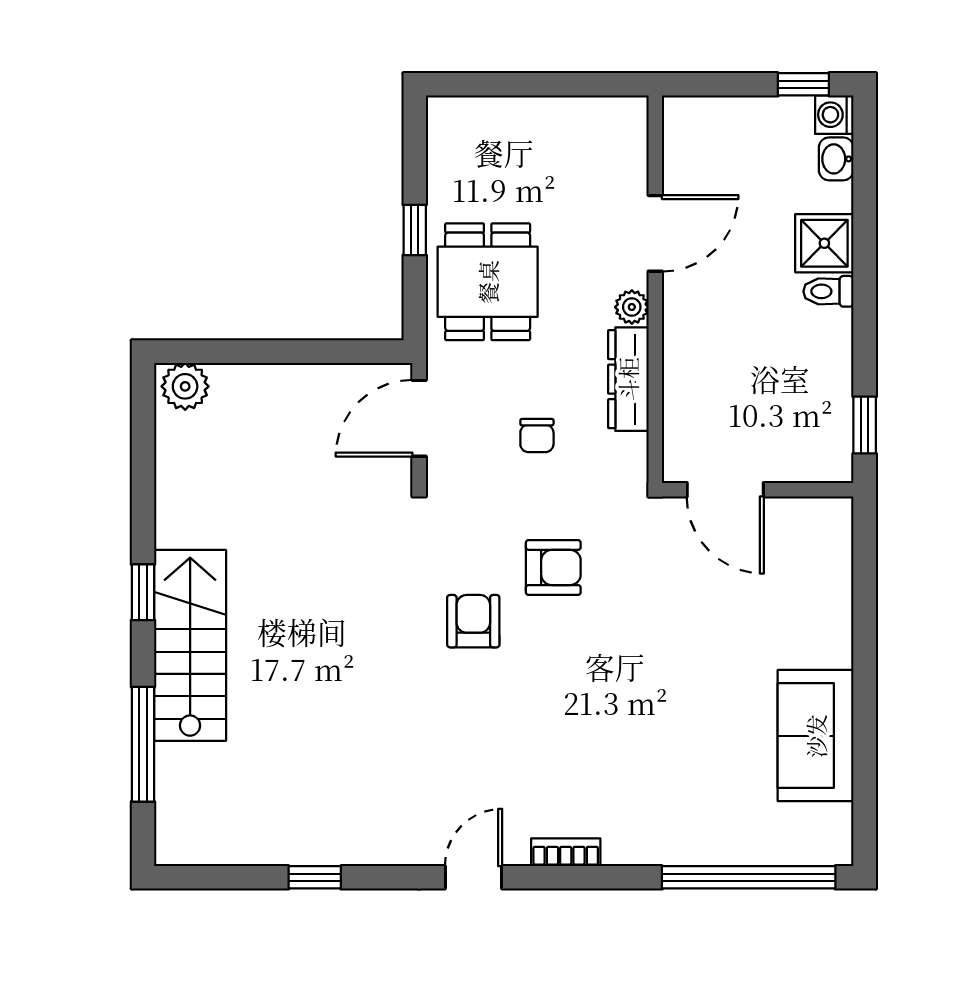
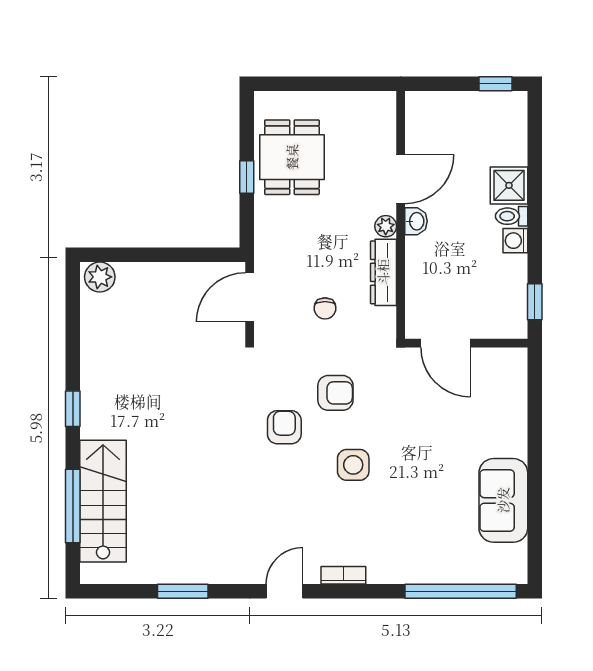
washing machine: (834, 115) -> (515, 241), moved
washbasin: (836, 159) -> (416, 221), moved, turned 180
dining table: (488, 282) -> (292, 157), moved
stairs: (190, 645) -> (103, 501), moved
side table: (581, 680) -> (353, 465), added
window: (315, 877) -> (183, 591), width x1.50

